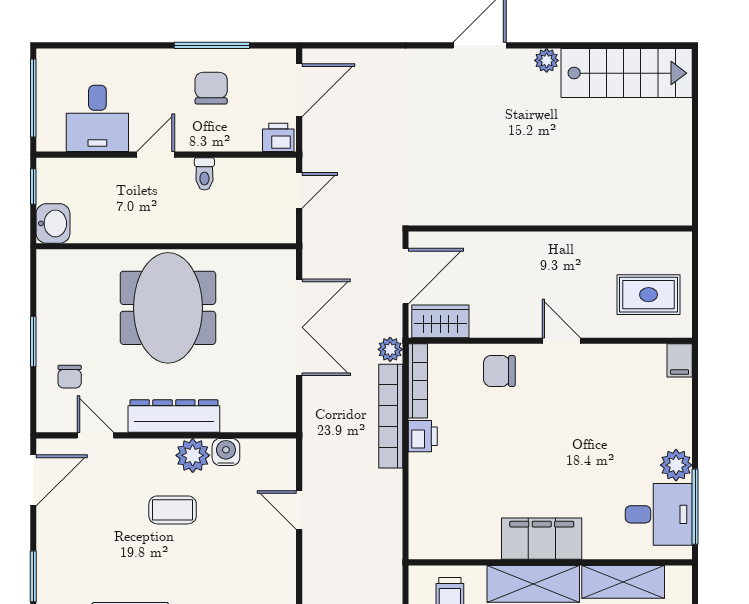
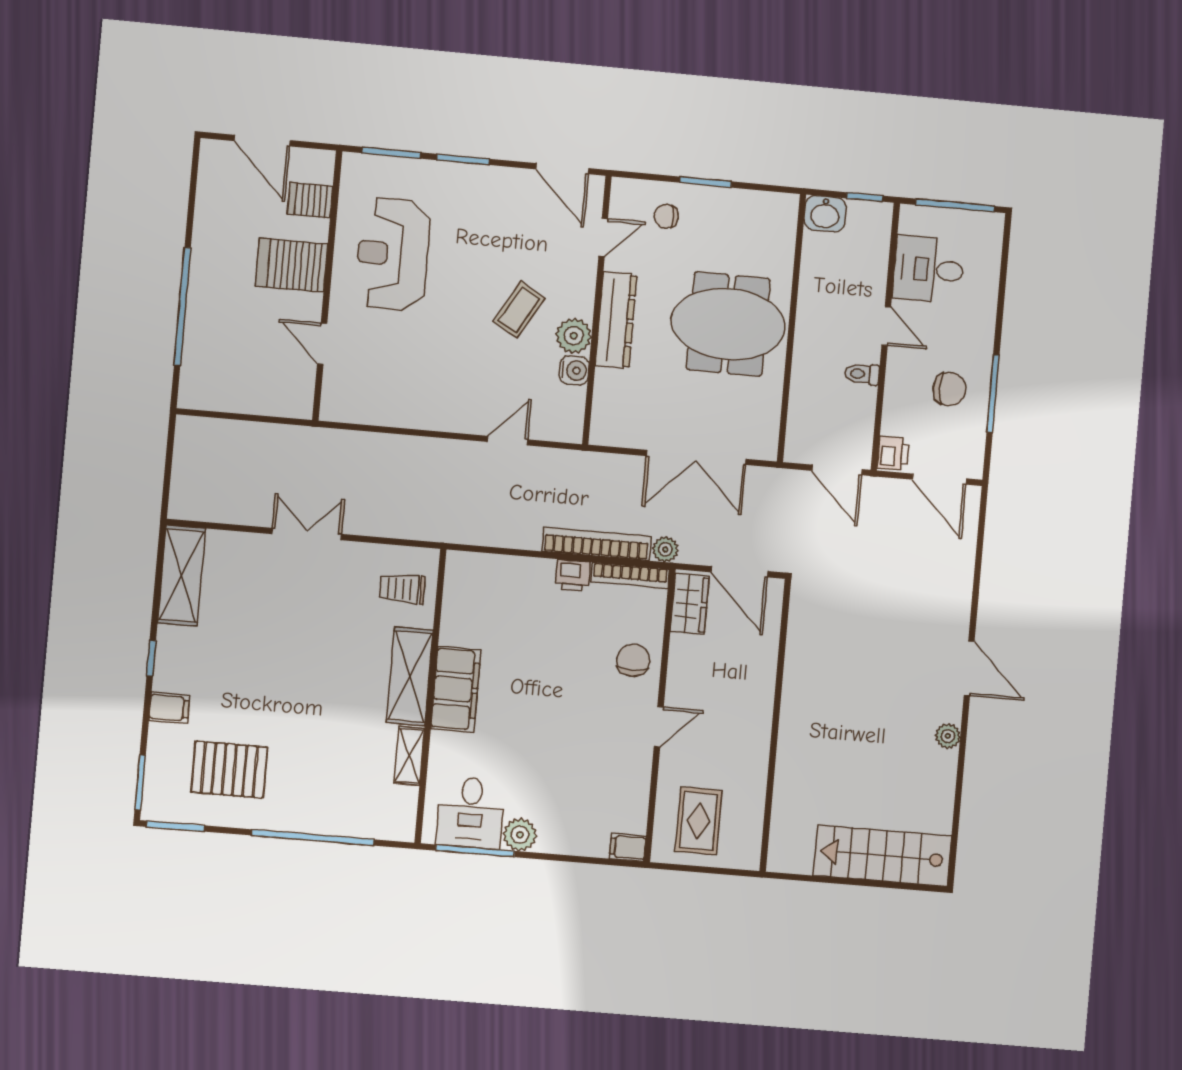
stairs: (627, 73) -> (882, 856), moved, turned 90
door: (299, 190) -> (837, 470), width x1.37
coffee table: (173, 510) -> (519, 310), turned 30
shelving: (623, 582) -> (409, 756), width x0.67, depth x0.75

